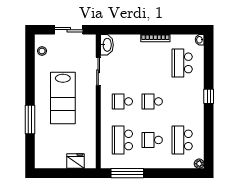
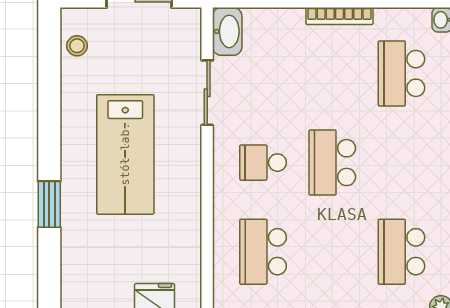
school desk: (152, 101) -> (332, 163), width x1.85
window: (30, 120) -> (49, 204), width x0.69
school desk: (152, 140) -> (332, 252), removed

